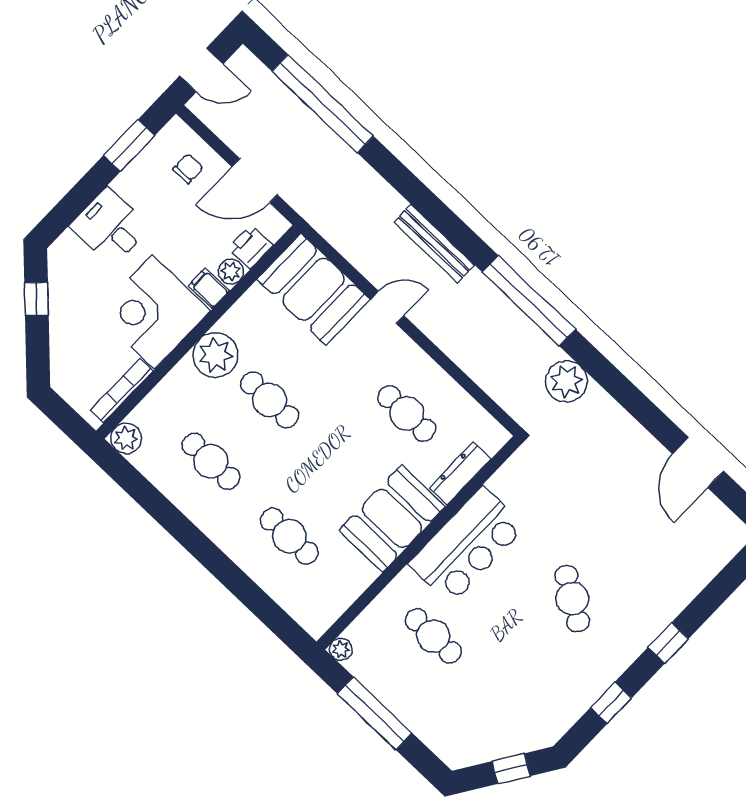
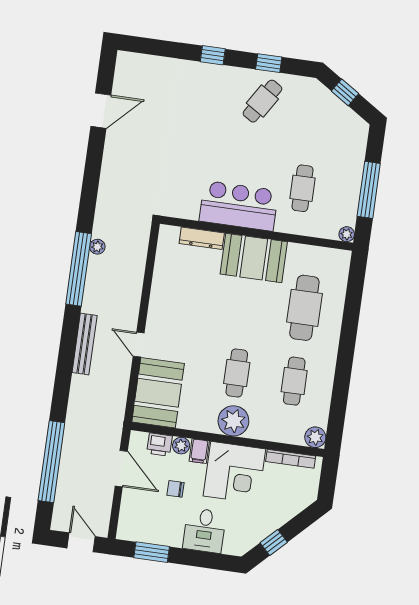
chair: (188, 169) -> (176, 489), moved
plant: (566, 381) -> (97, 247), moved, width x0.53, depth x0.53
cafe table: (407, 413) -> (190, 292), removed
cafe table: (289, 536) -> (304, 308), width x1.37, depth x1.35
cafe table: (572, 599) -> (262, 101), moved

